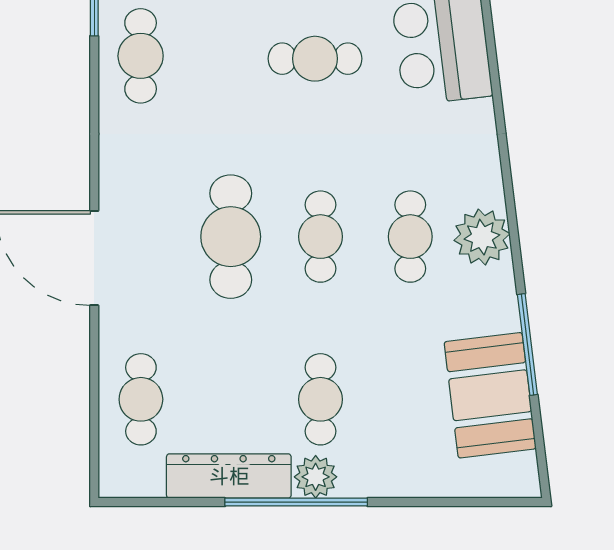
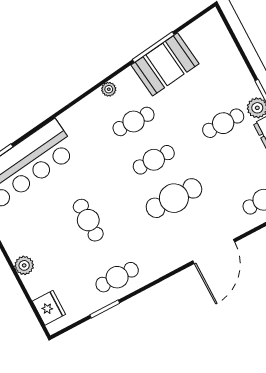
cafe table: (315, 59) -> (88, 220), moved
plant: (482, 237) -> (109, 89), width x0.53, depth x0.53
booth: (490, 395) -> (165, 64), moved

